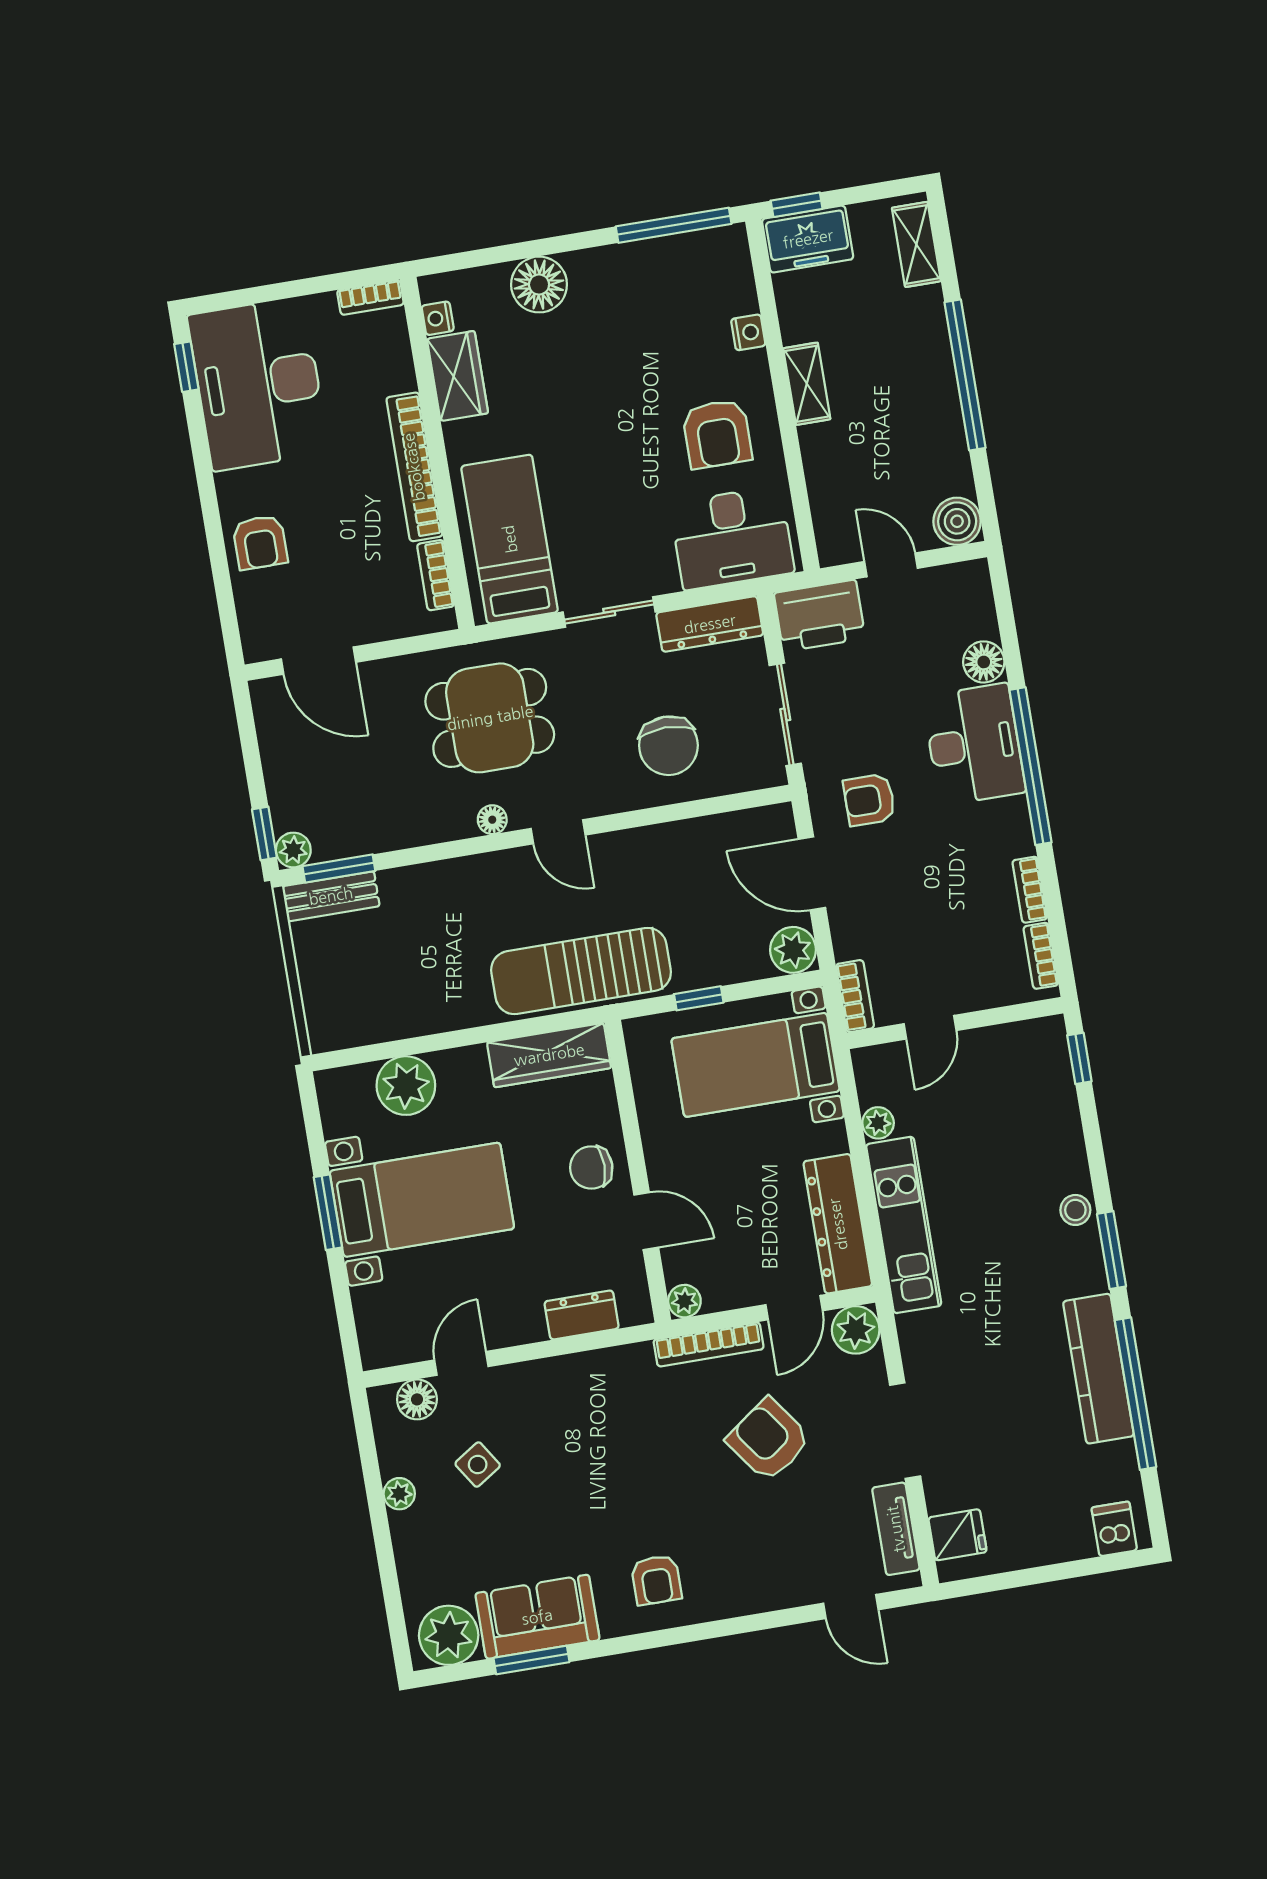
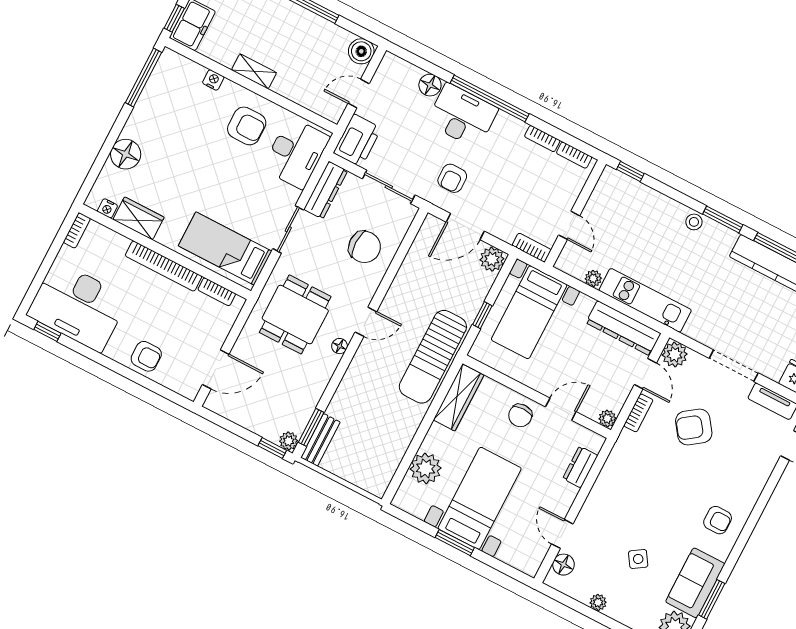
bookcase: (709, 1344) -> (638, 413), width x0.64
side table: (478, 1465) -> (638, 559), moved

